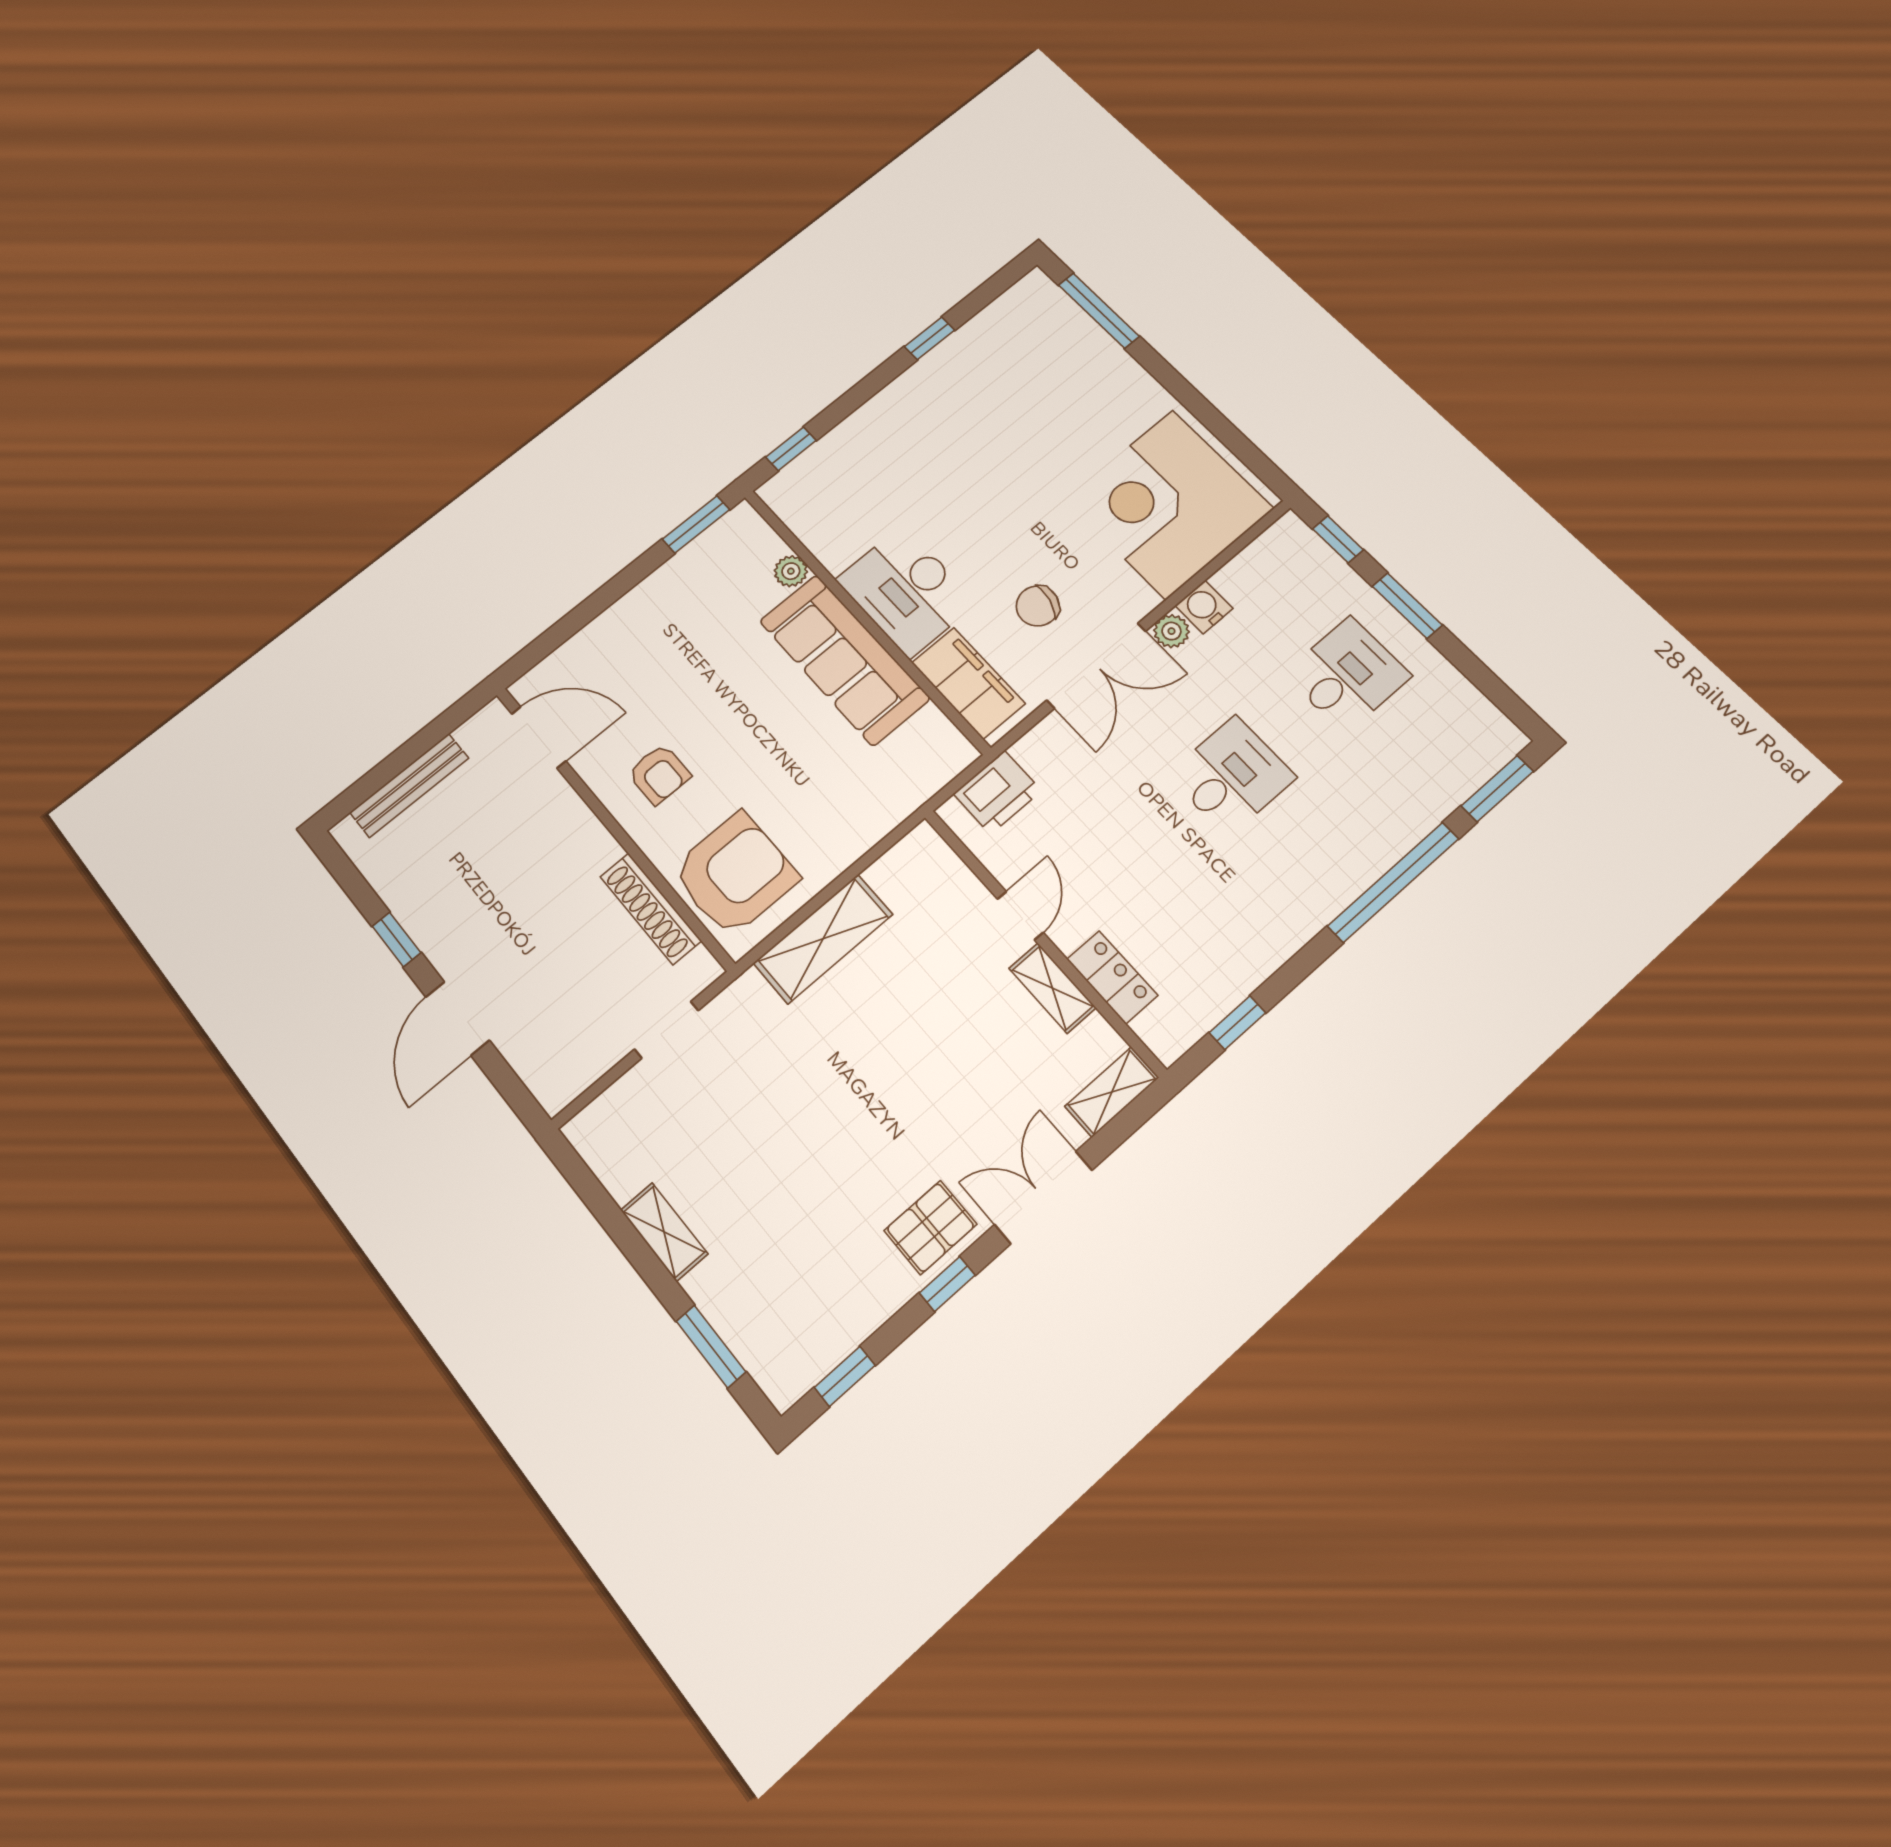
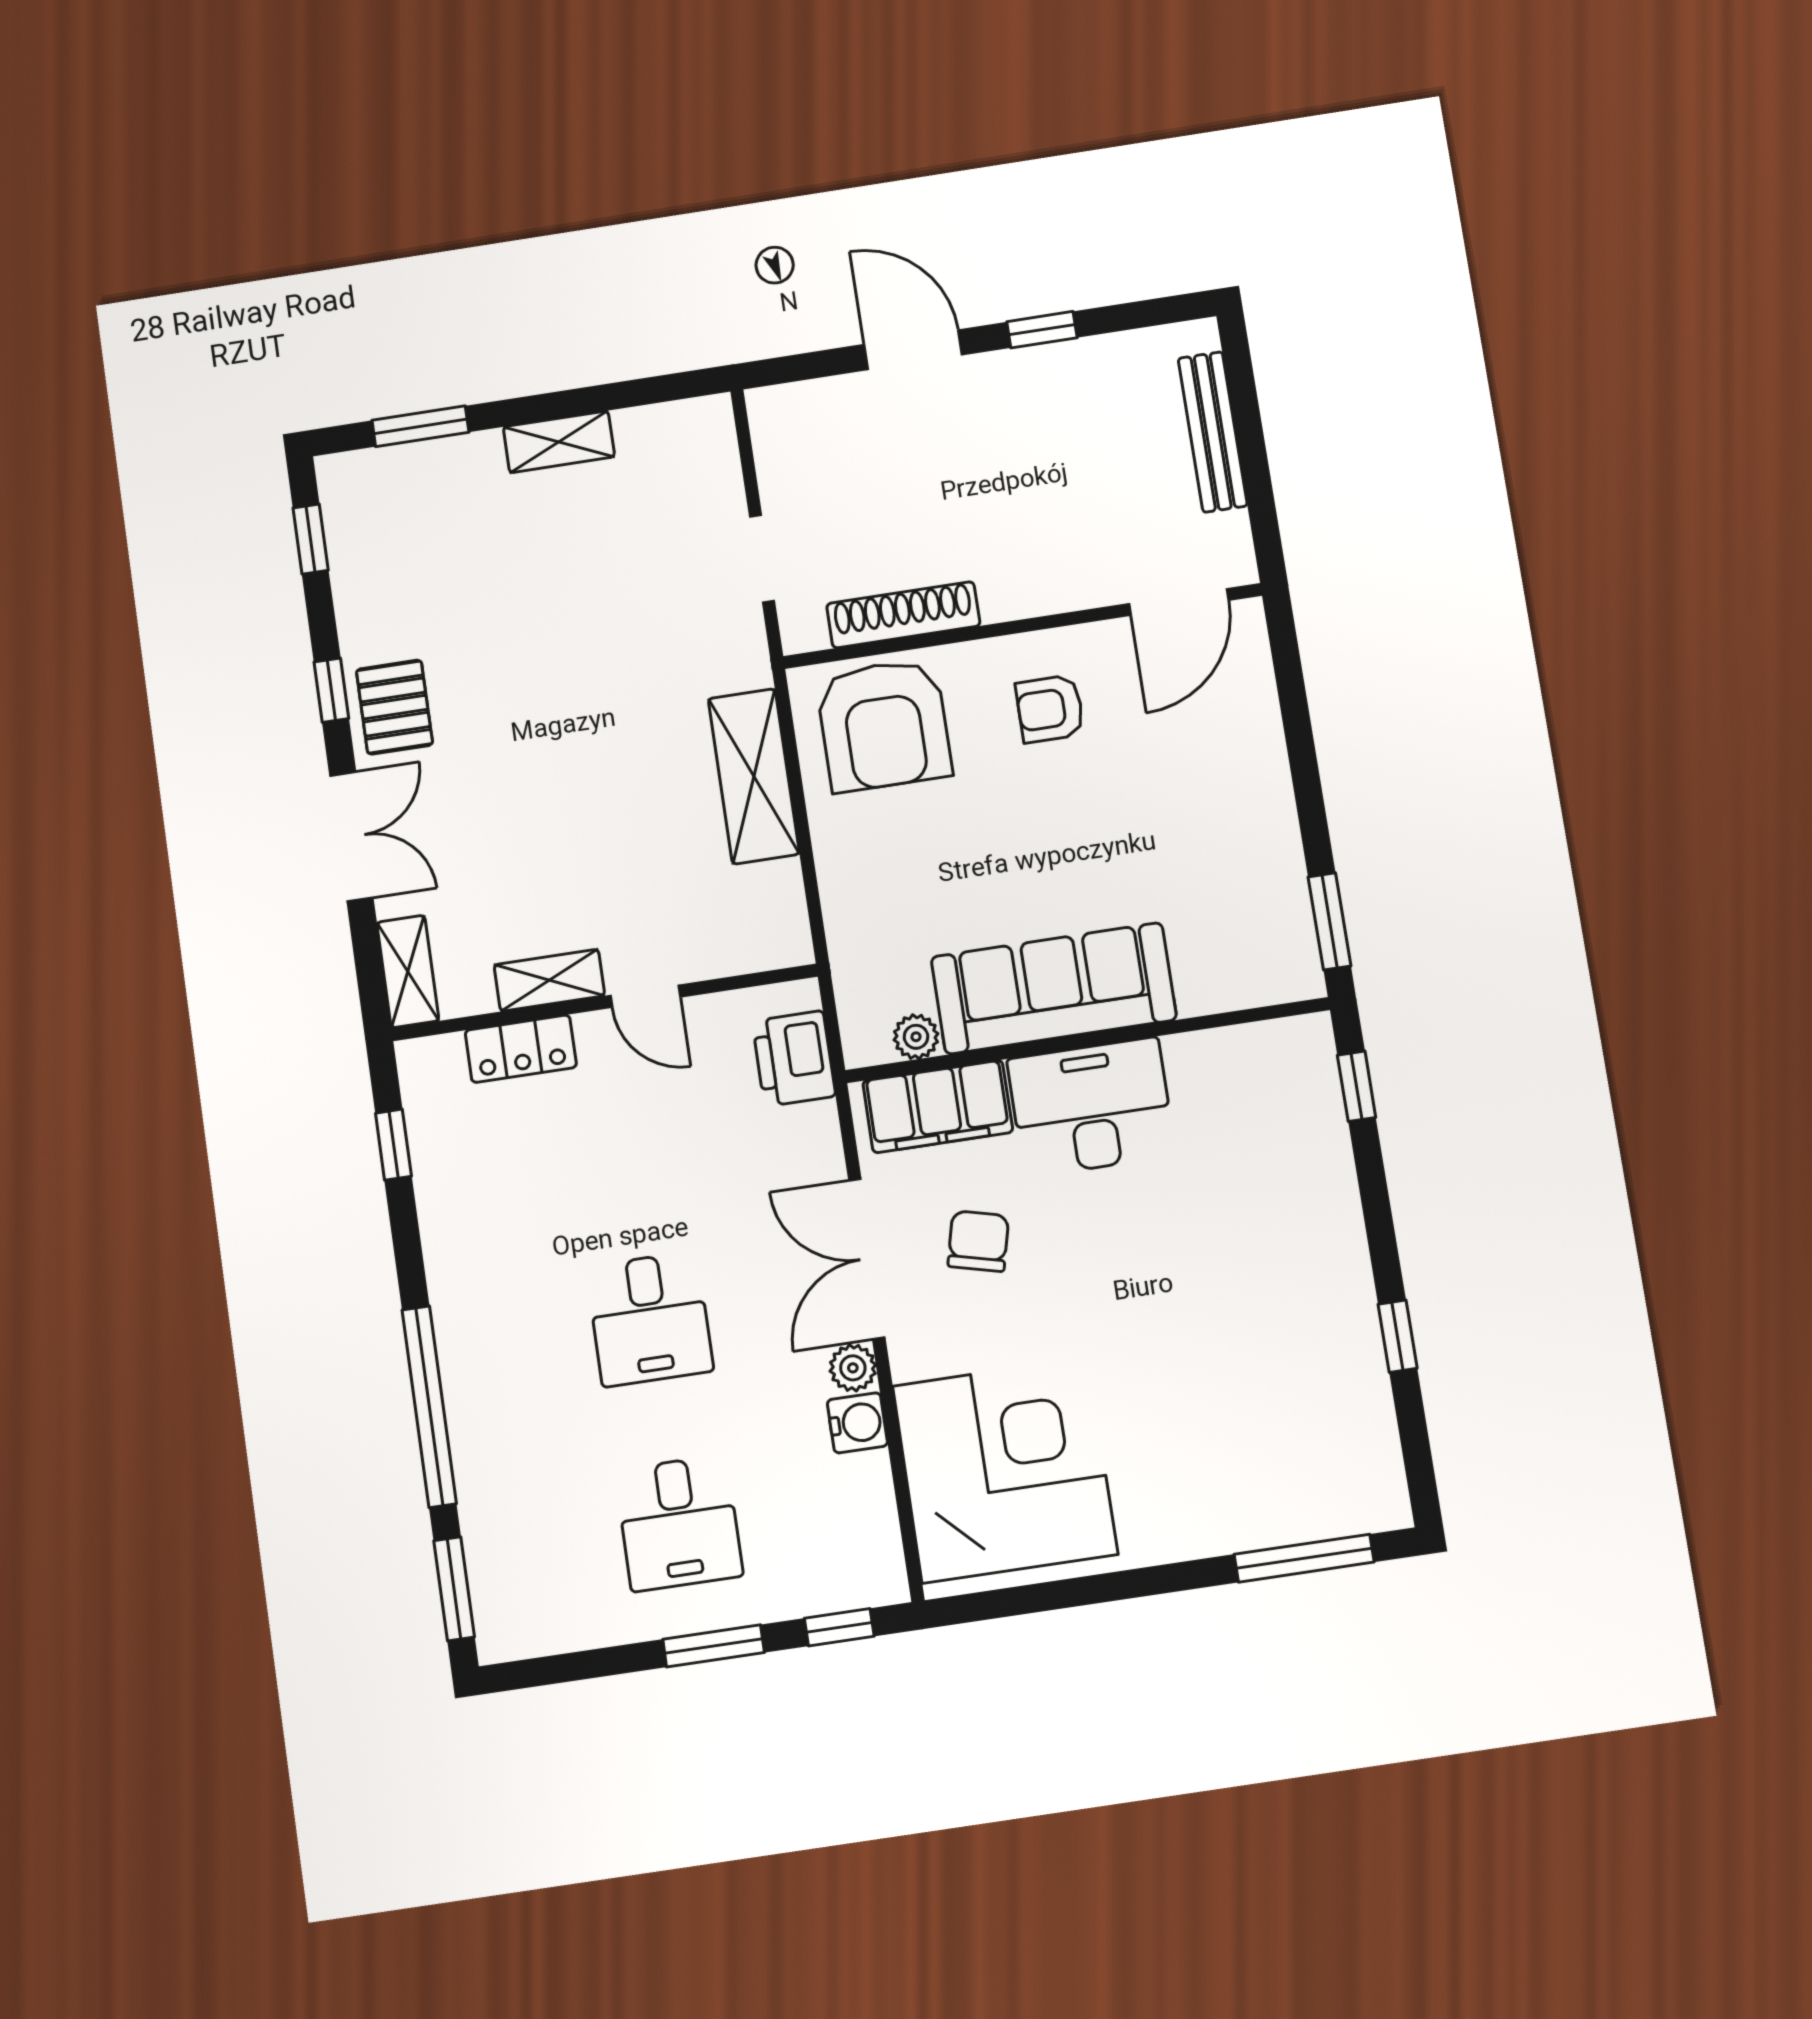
plant: (791, 571) -> (916, 1037), moved

